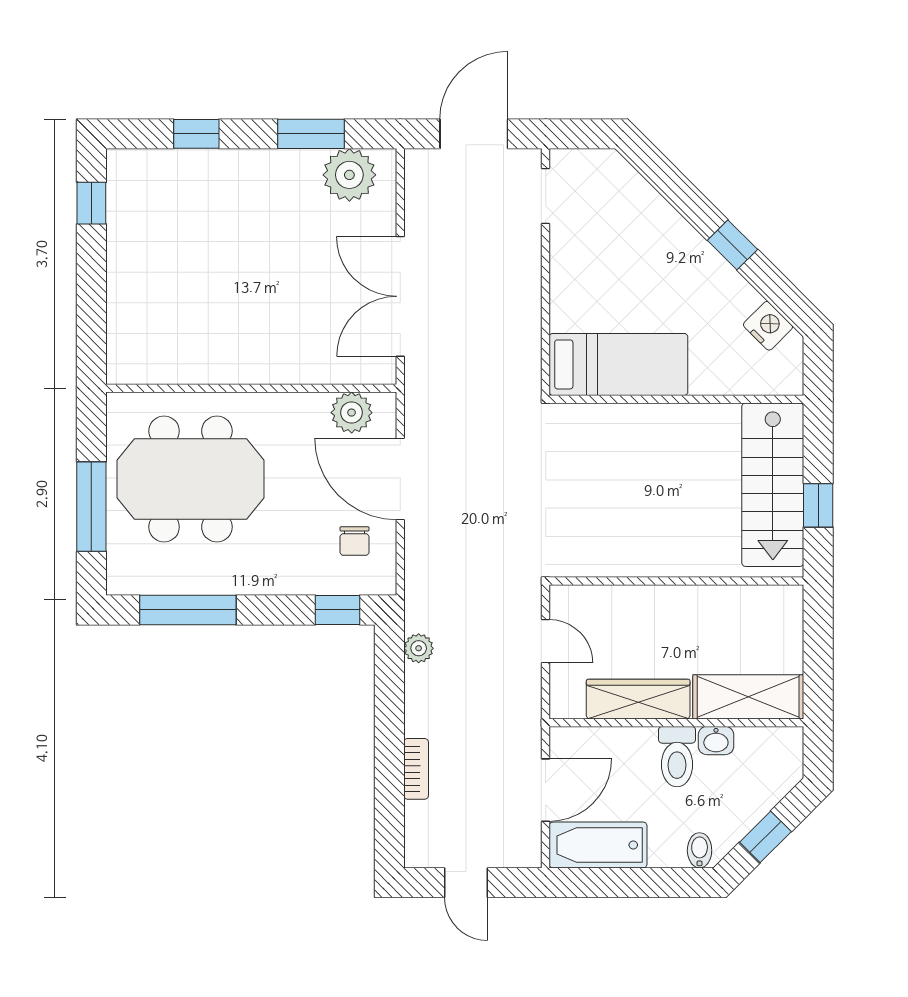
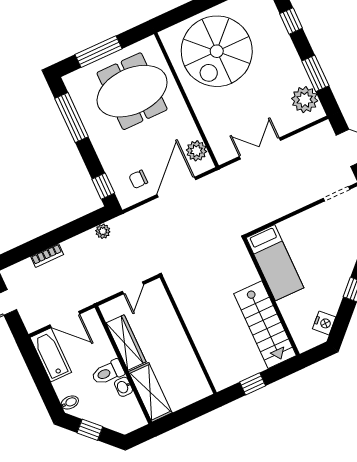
spiral stairs: (189, 293) -> (217, 51), added
double door: (400, 296) -> (260, 149), width x0.73
meeting table: (190, 479) -> (132, 91), turned 90
stairs: (773, 485) -> (265, 325), moved, turned -90

